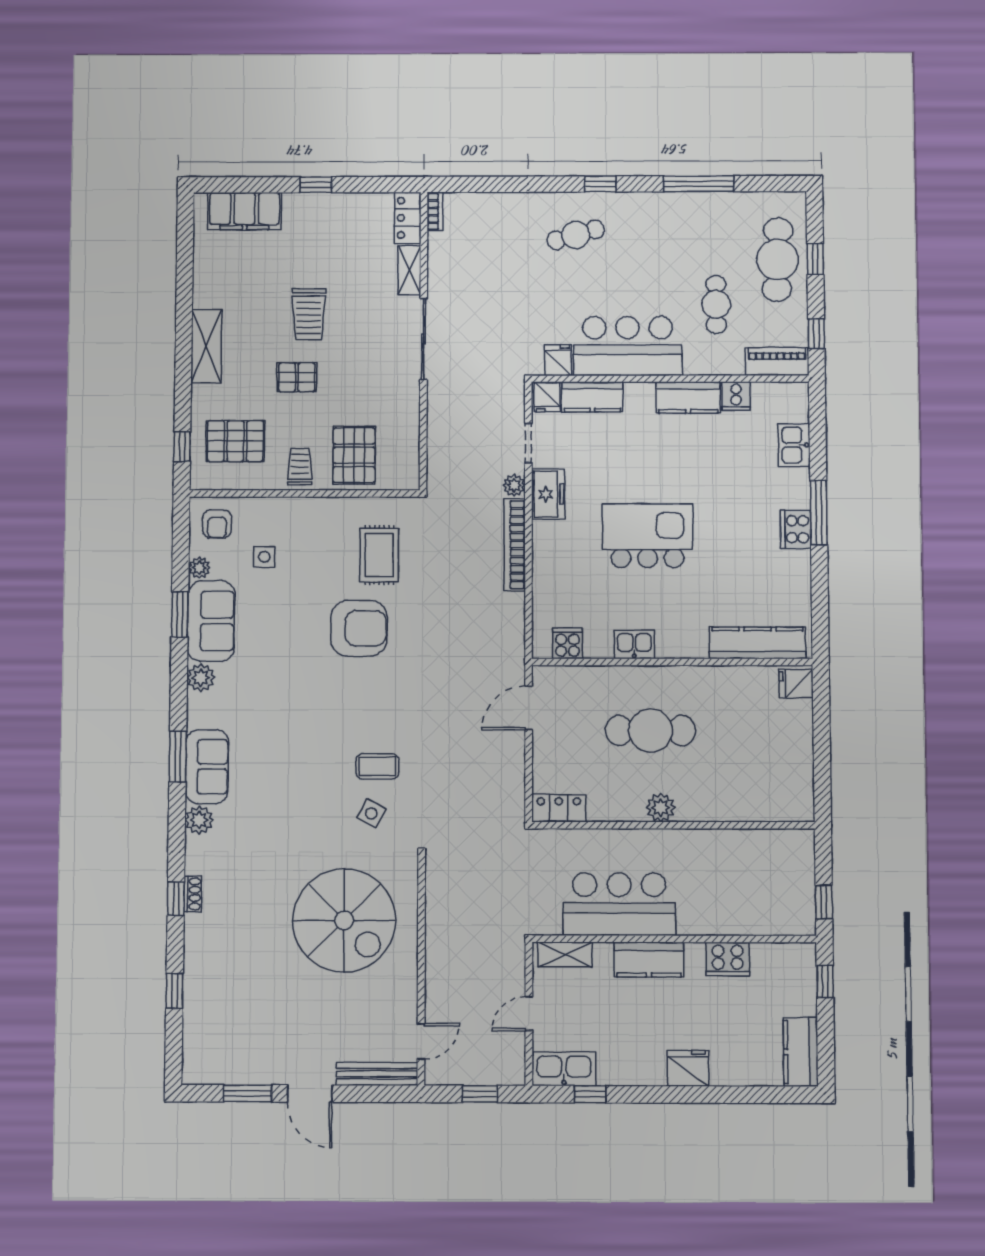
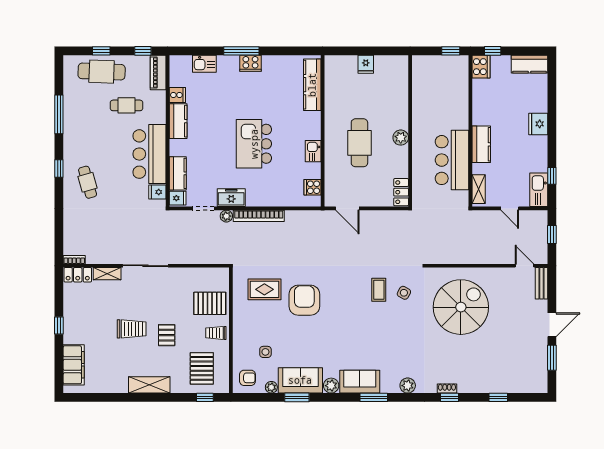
fridge: (796, 684) -> (366, 64), moved
sofa: (207, 767) -> (360, 382), moved
cooker: (728, 959) -> (481, 67), moved
bench: (377, 1074) -> (541, 283), width x0.73

